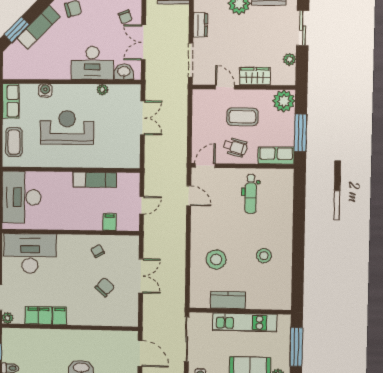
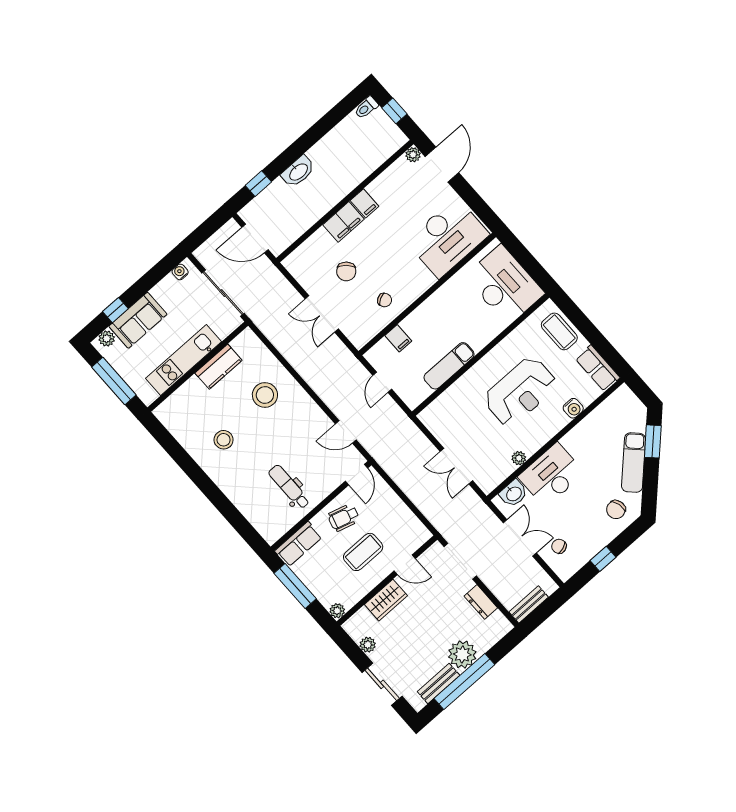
plant: (284, 101) -> (337, 611), width x0.53, depth x0.53
filing cabinet: (38, 315) -> (343, 222), moved

